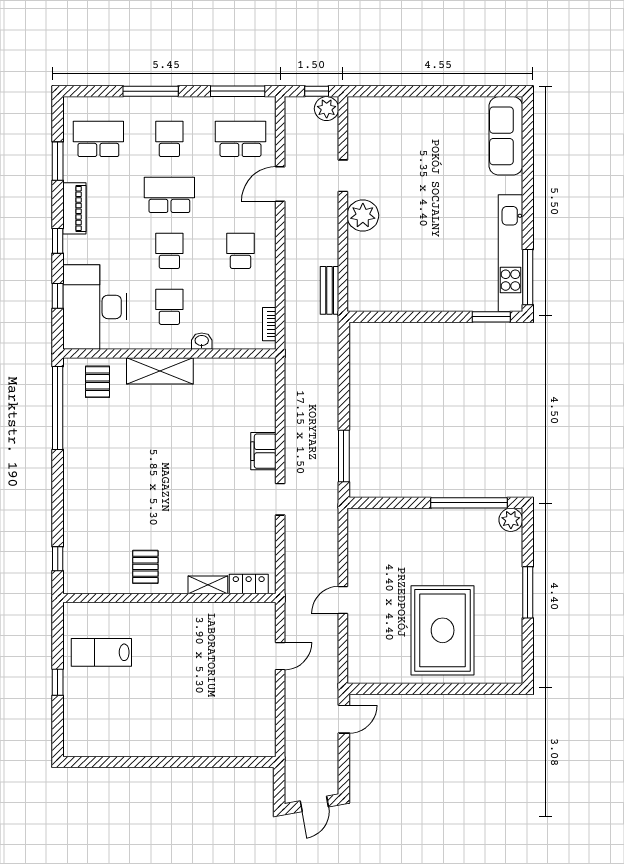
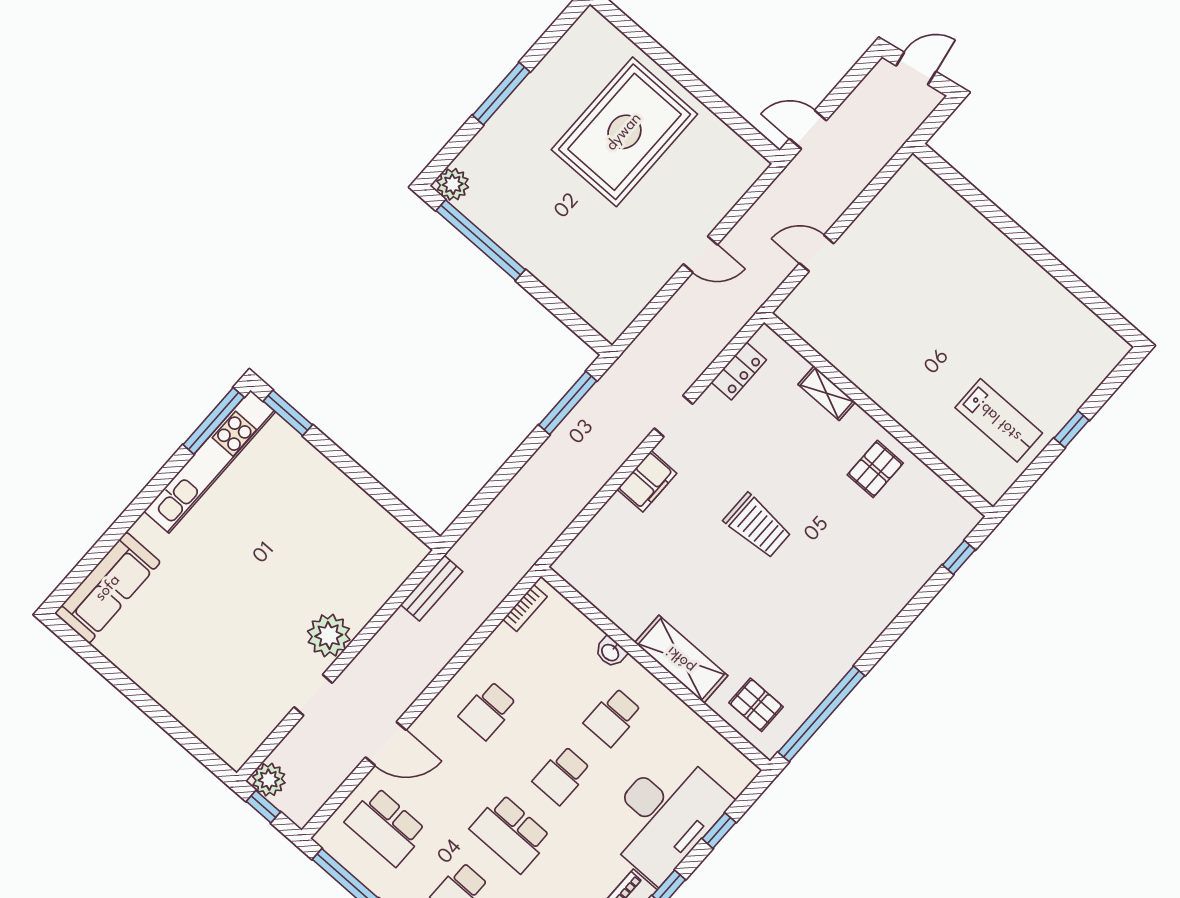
desk: (95, 307) -> (665, 815), moved
pallet: (97, 382) -> (756, 705), turned 90
trolley: (182, 480) -> (758, 526), added
locker: (249, 584) -> (739, 371), moved, turned -90

